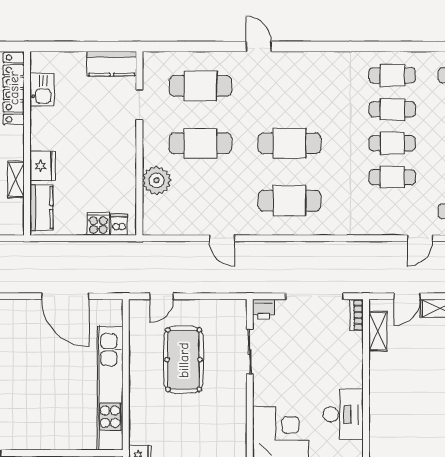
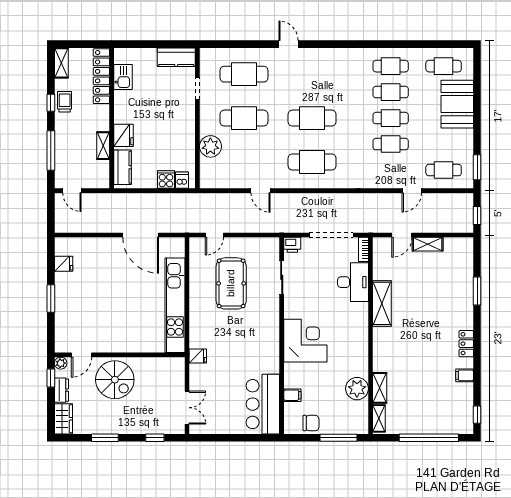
shelving: (378, 331) -> (382, 303), moved, width x1.50, depth x1.33
desk: (343, 414) -> (353, 282), moved

